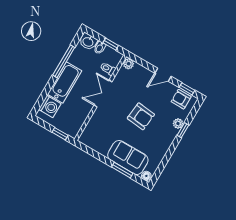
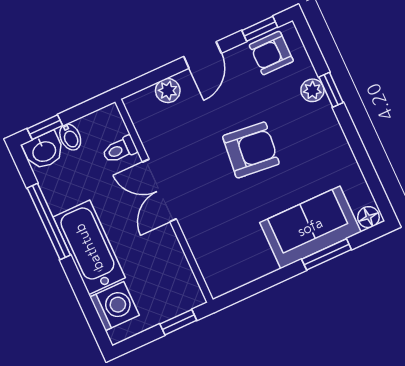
window: (111, 44) -> (45, 127), moved
plant: (129, 64) -> (168, 91), moved

